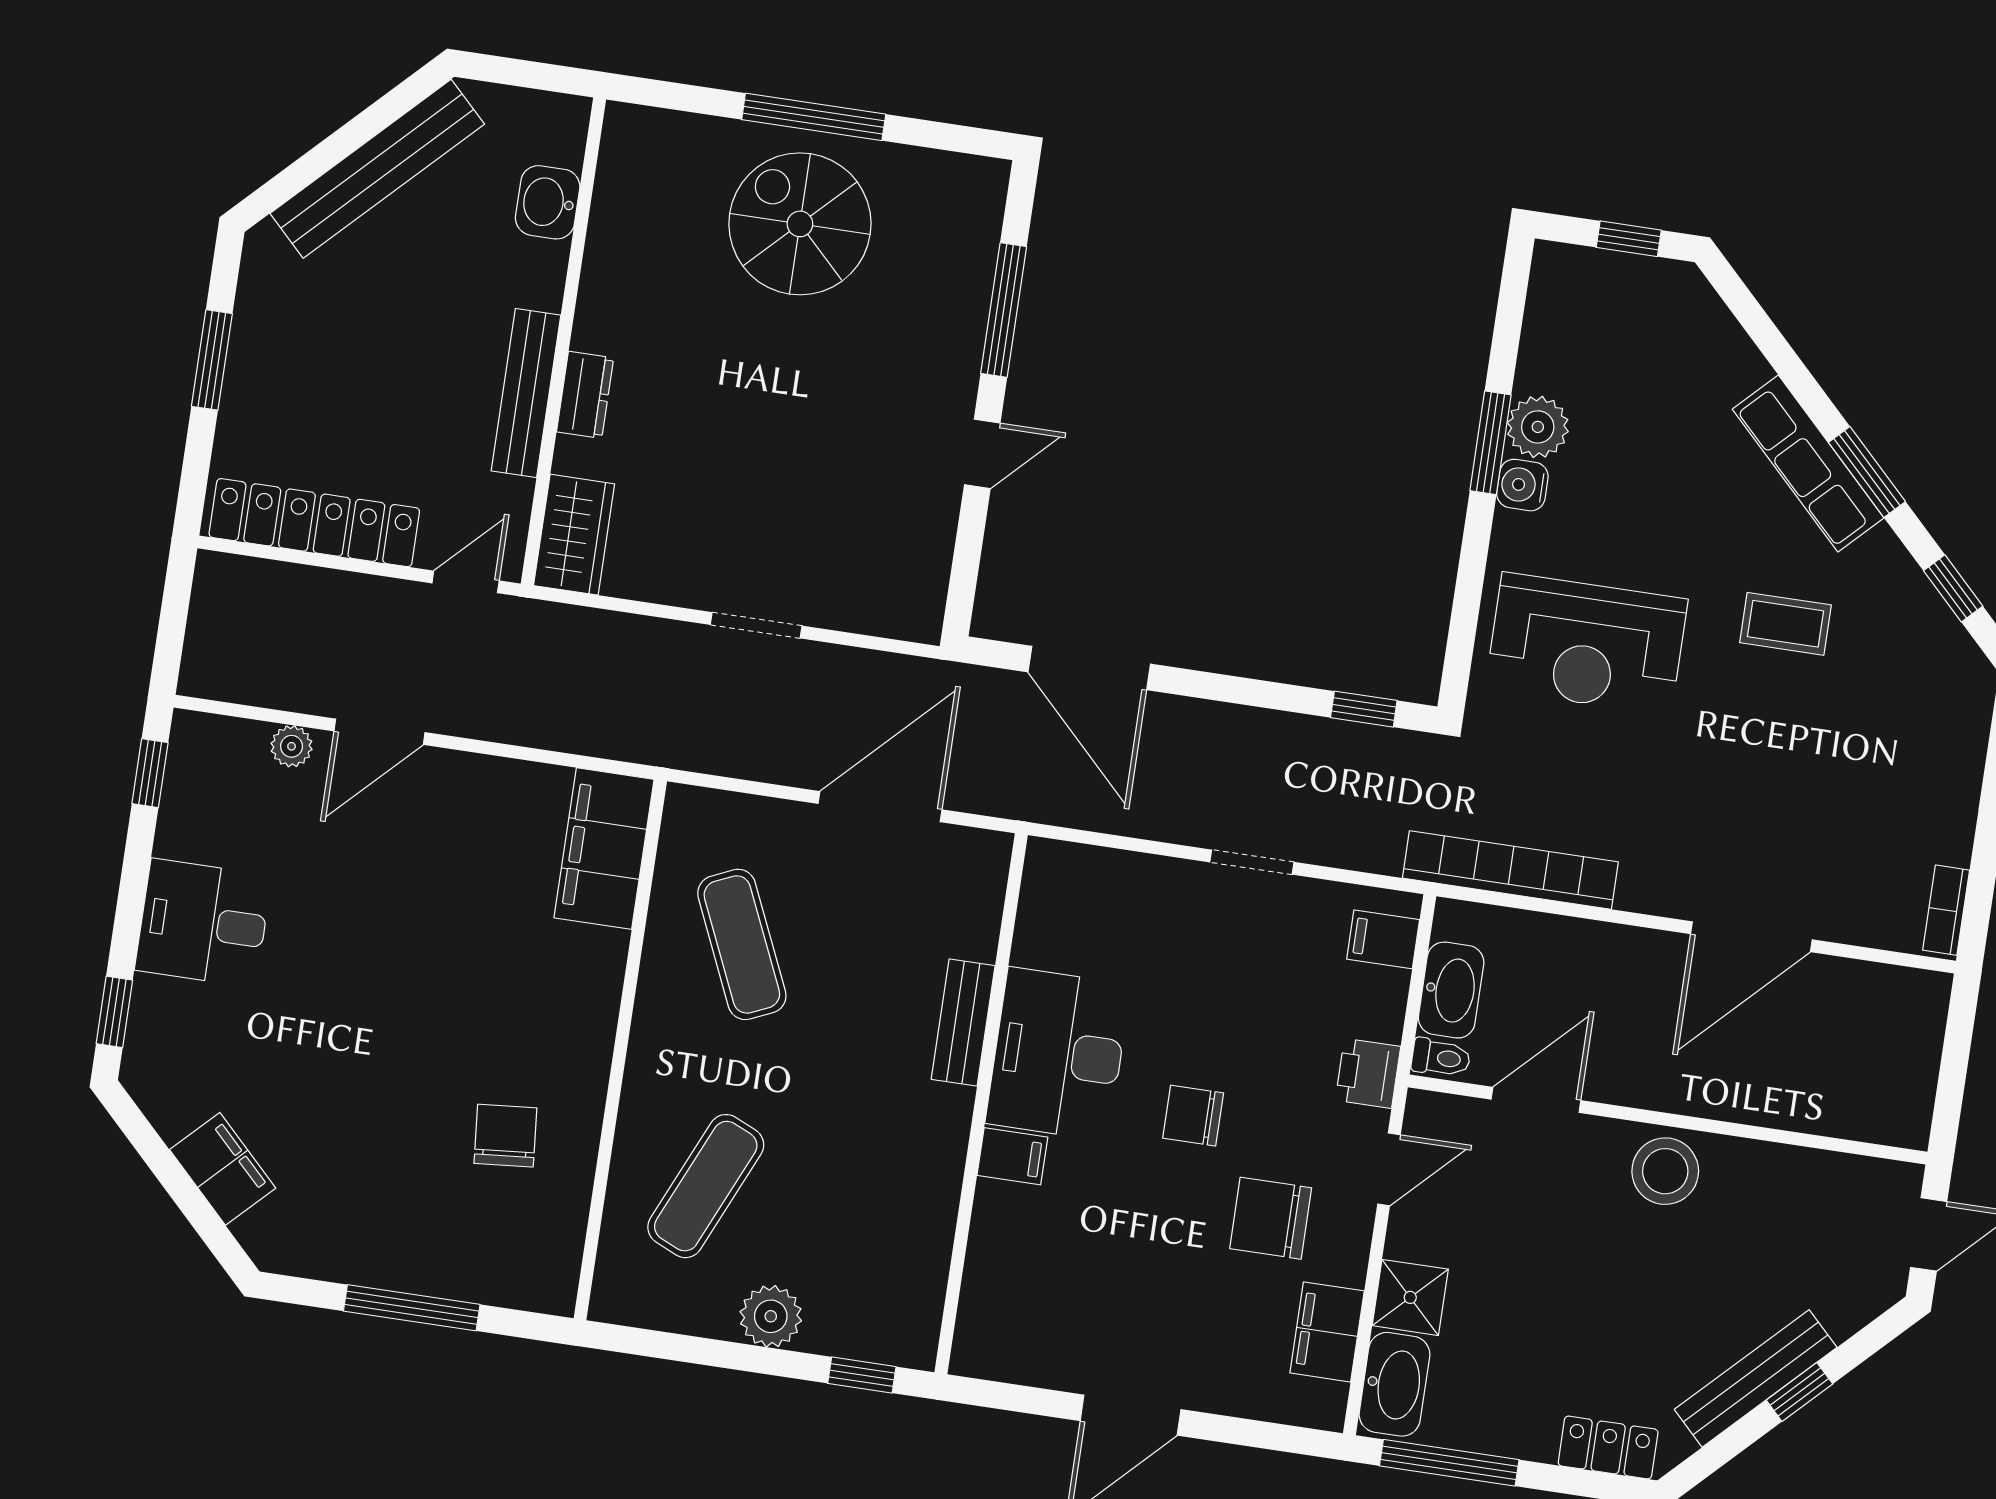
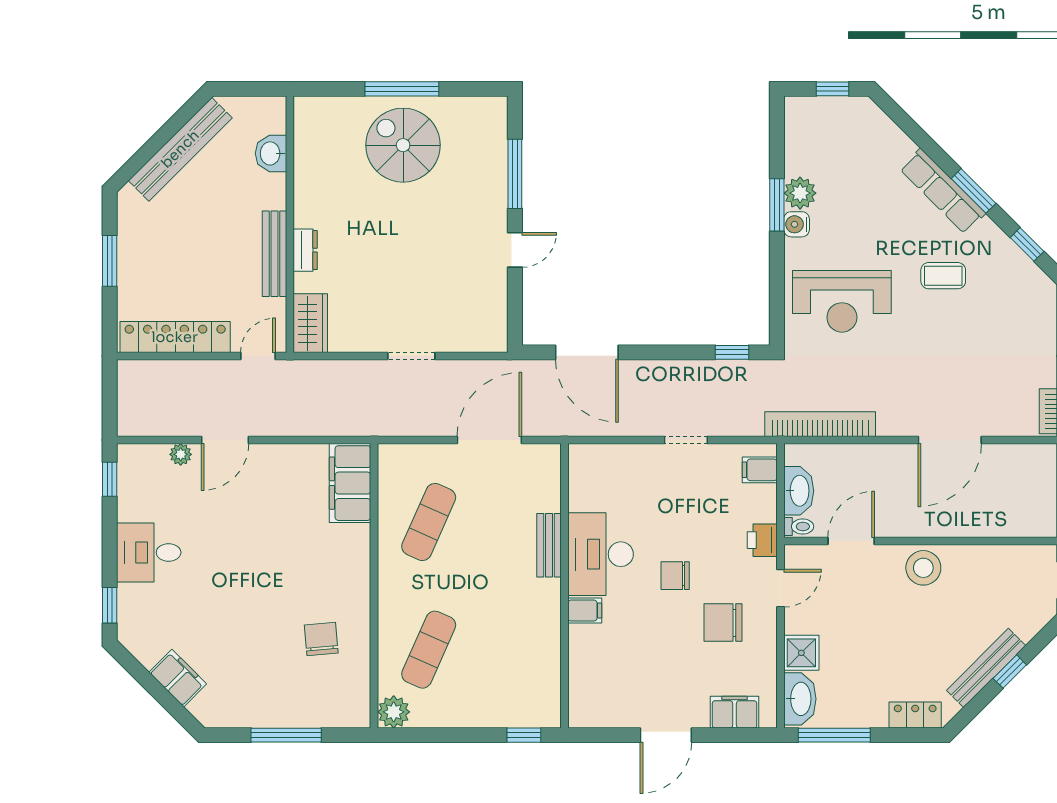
exercise mat: (742, 944) -> (429, 522), turned 48
plant: (771, 1316) -> (394, 712), moved
filing cabinet: (1327, 1332) -> (735, 712), moved, turned 90

